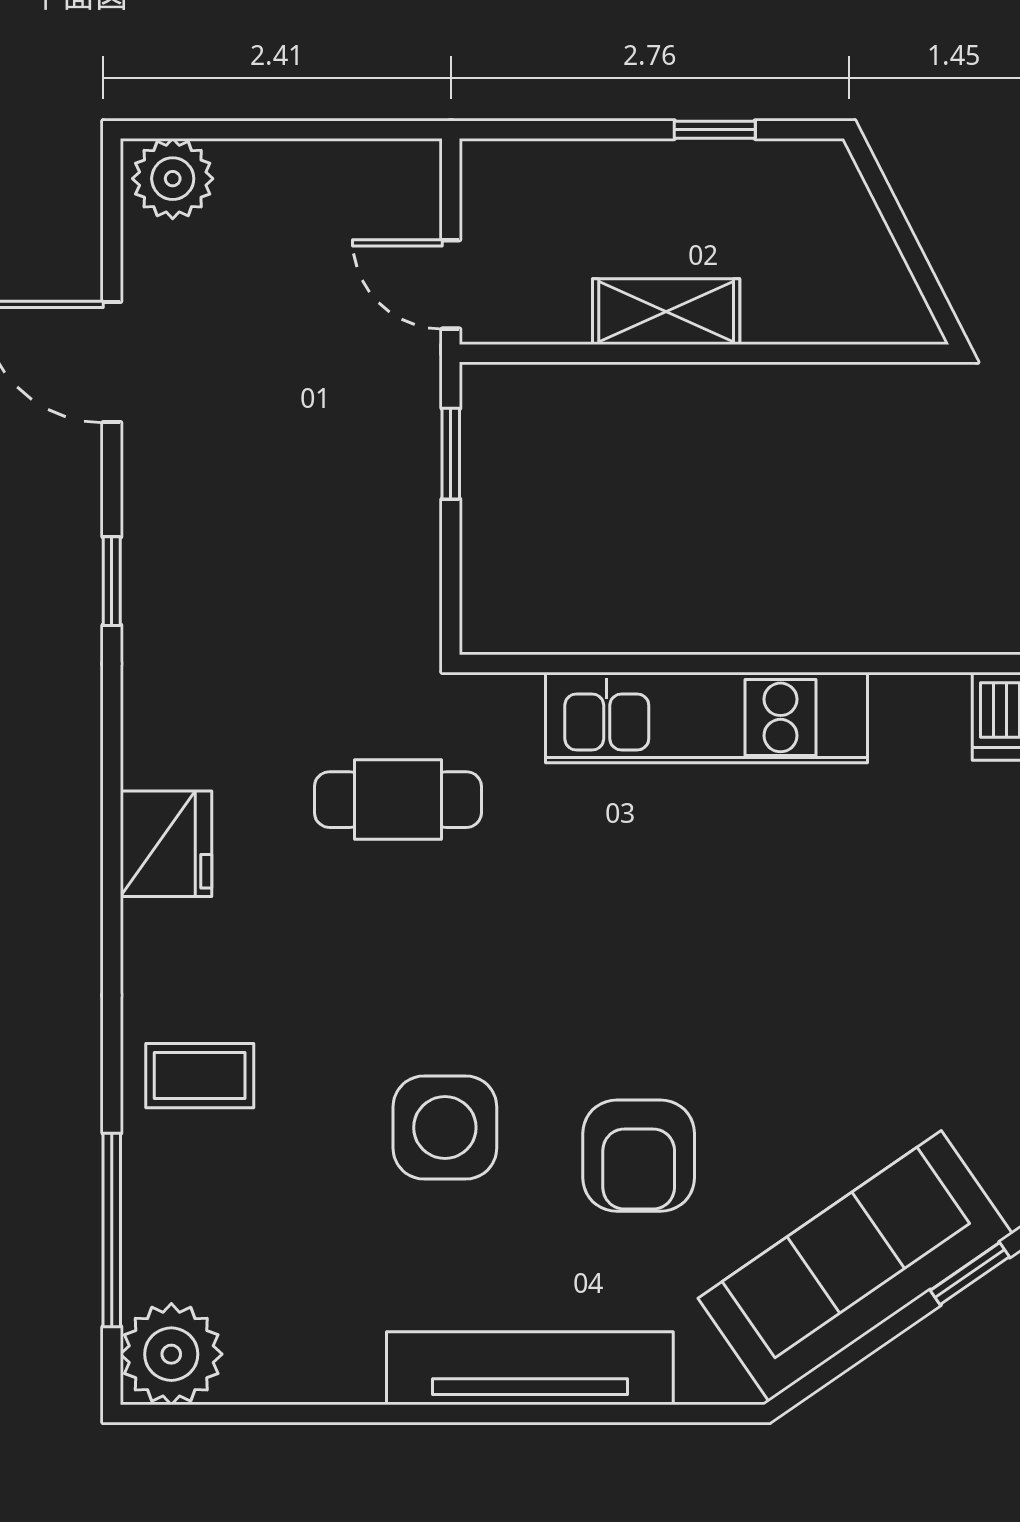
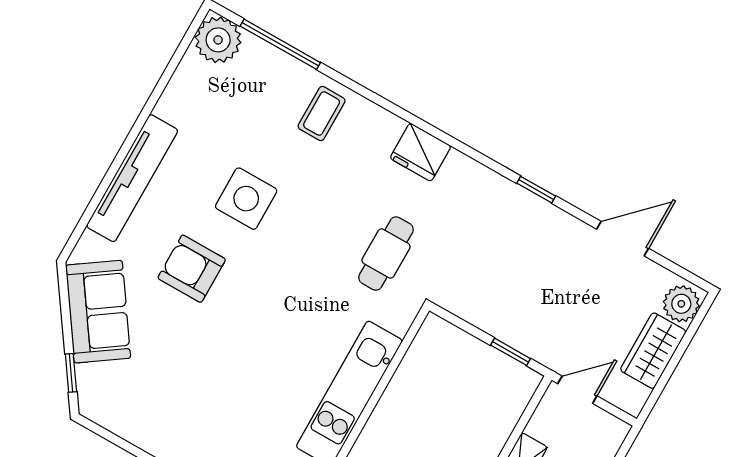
wardrobe: (293, 182) -> (653, 351), added
sofa: (855, 1266) -> (98, 312), width x0.73

